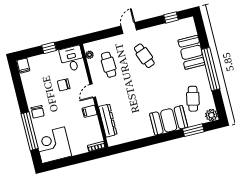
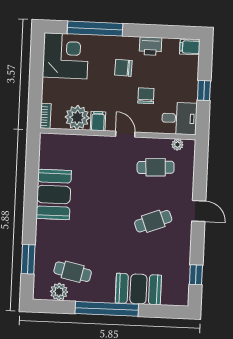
printer: (30, 91) -> (150, 46), added
chair: (38, 112) -> (123, 68), moved
plant: (211, 115) -> (59, 292), moved
booth: (169, 120) -> (54, 194), moved
dresser: (108, 121) -> (77, 143), removed
plant: (91, 125) -> (77, 117), added

